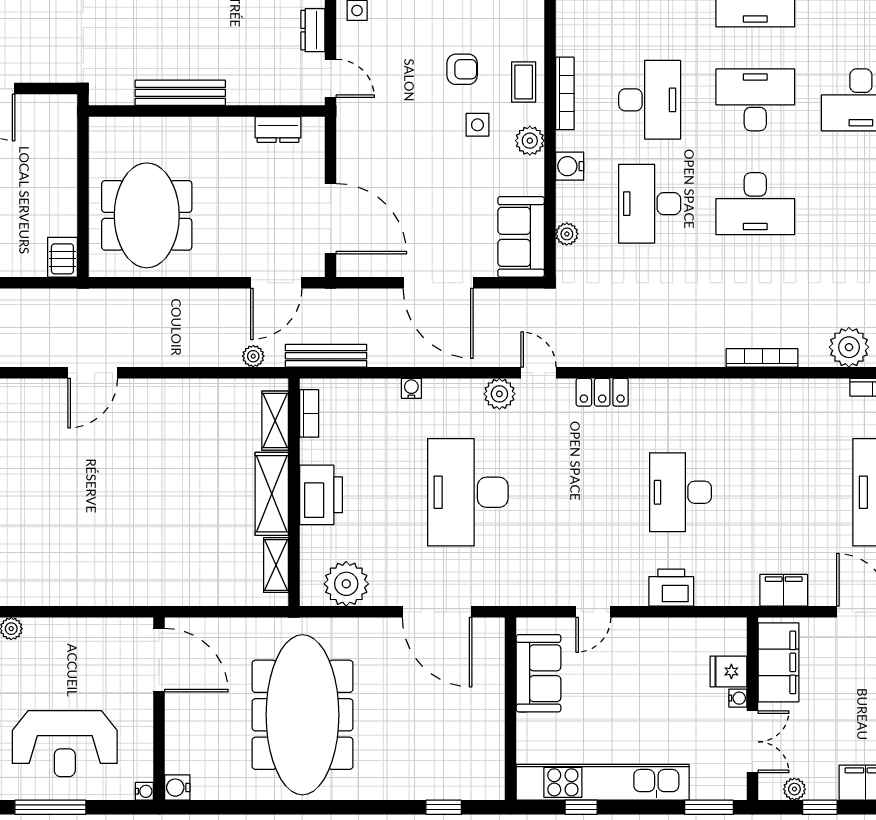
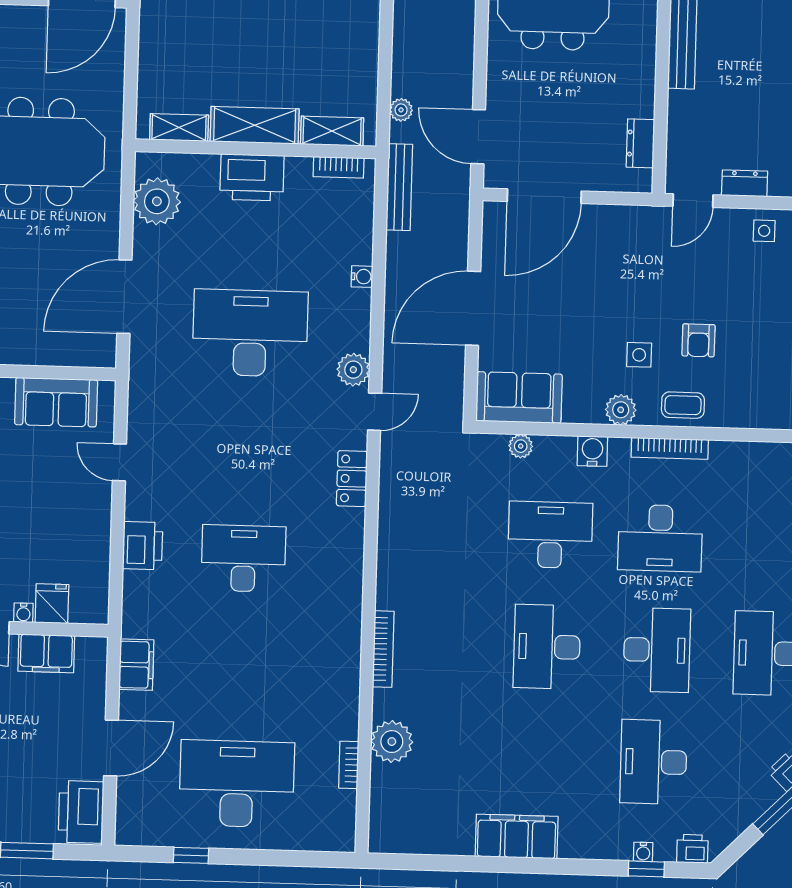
filing cabinet: (779, 662) -> (46, 653), width x0.67, depth x0.86

